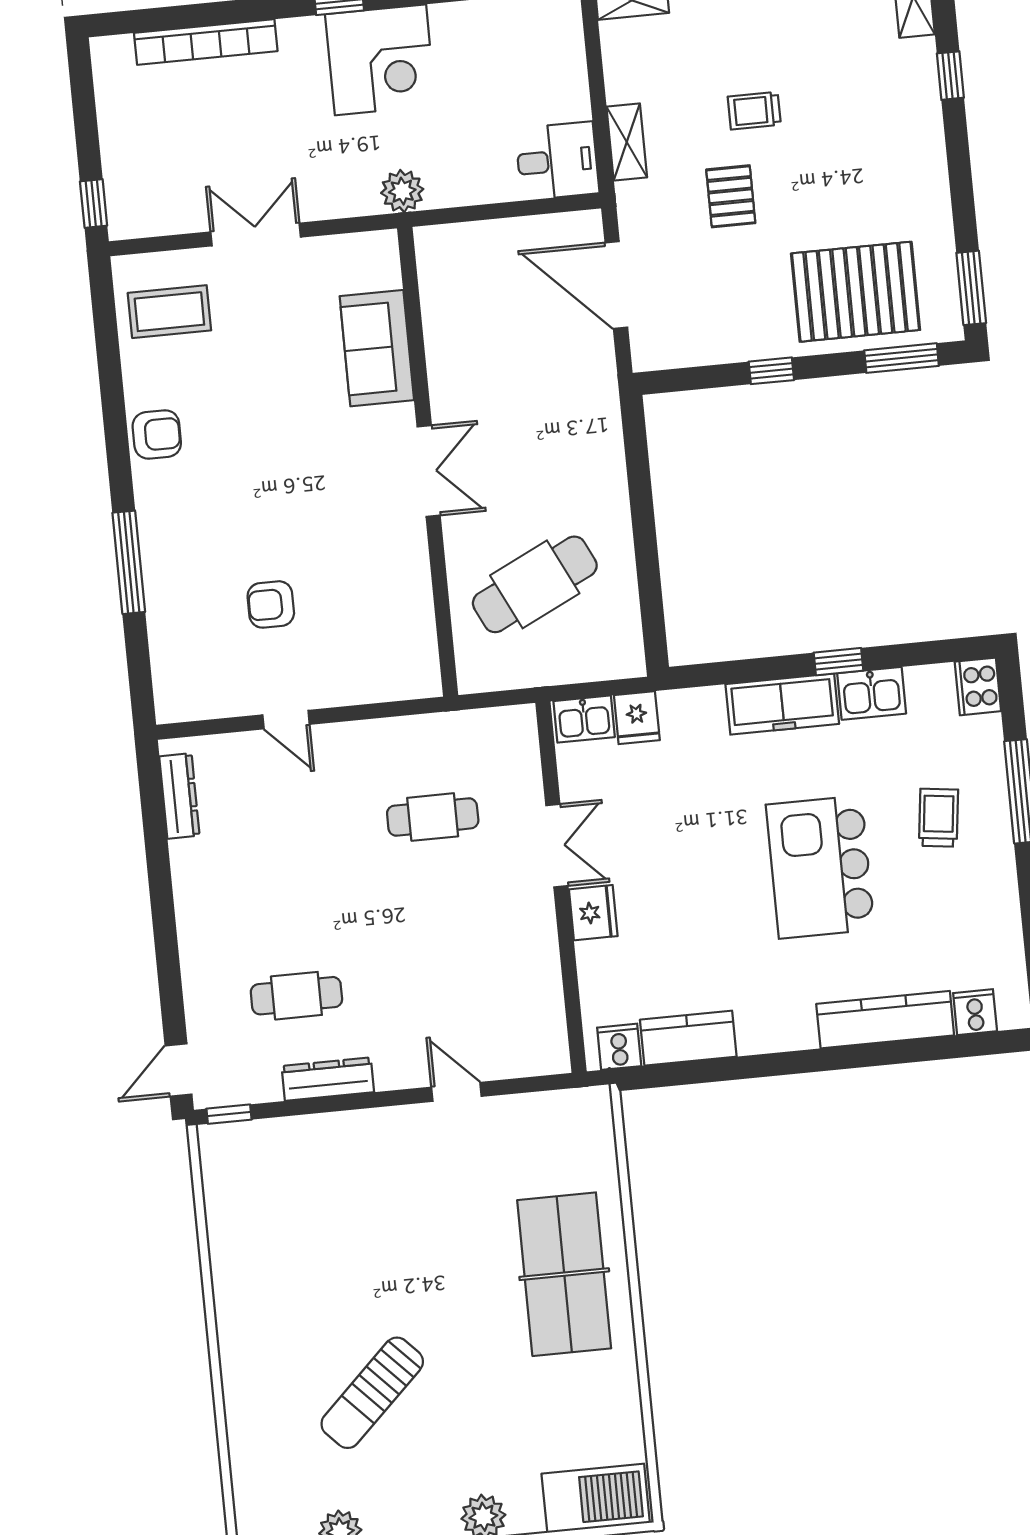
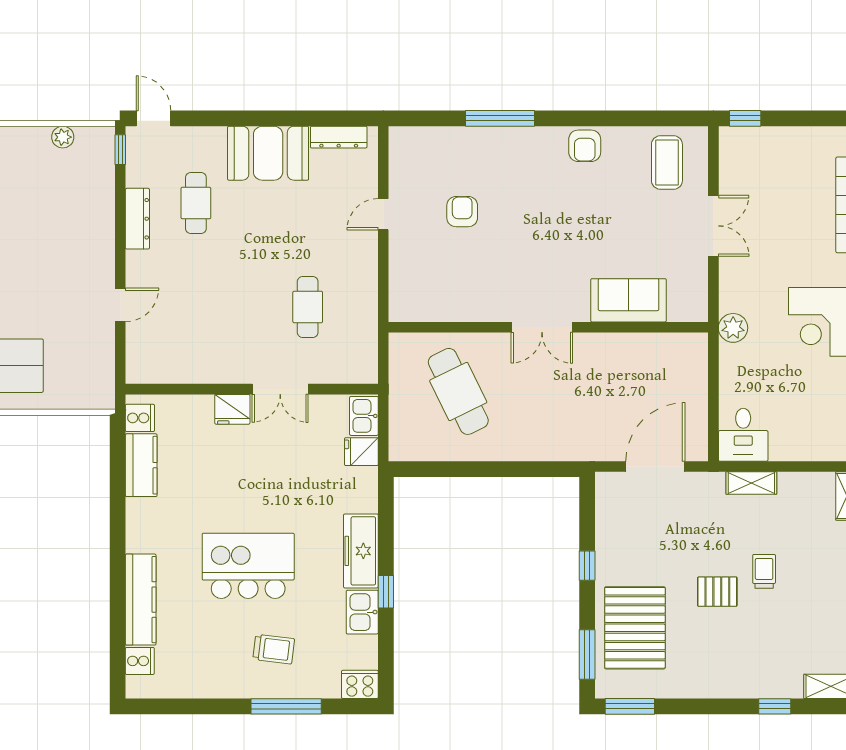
pallet: (731, 196) -> (717, 592), moved
booth: (213, 897) -> (268, 153), added
plant: (219, 1200) -> (63, 137), added

